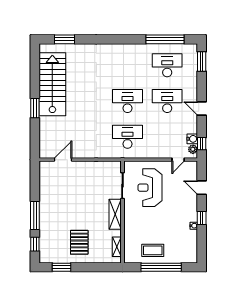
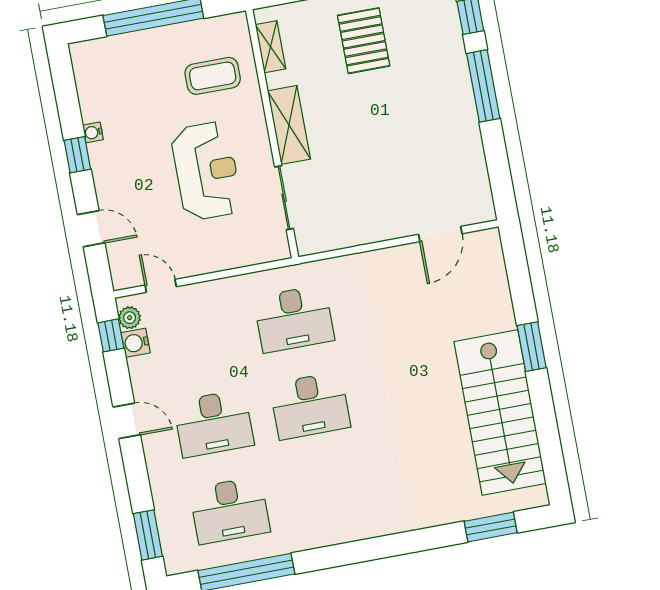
door: (178, 160) -> (161, 286), hinge flipped
reception desk: (150, 188) -> (206, 171), moved
coffee table: (153, 250) -> (213, 76), moved

